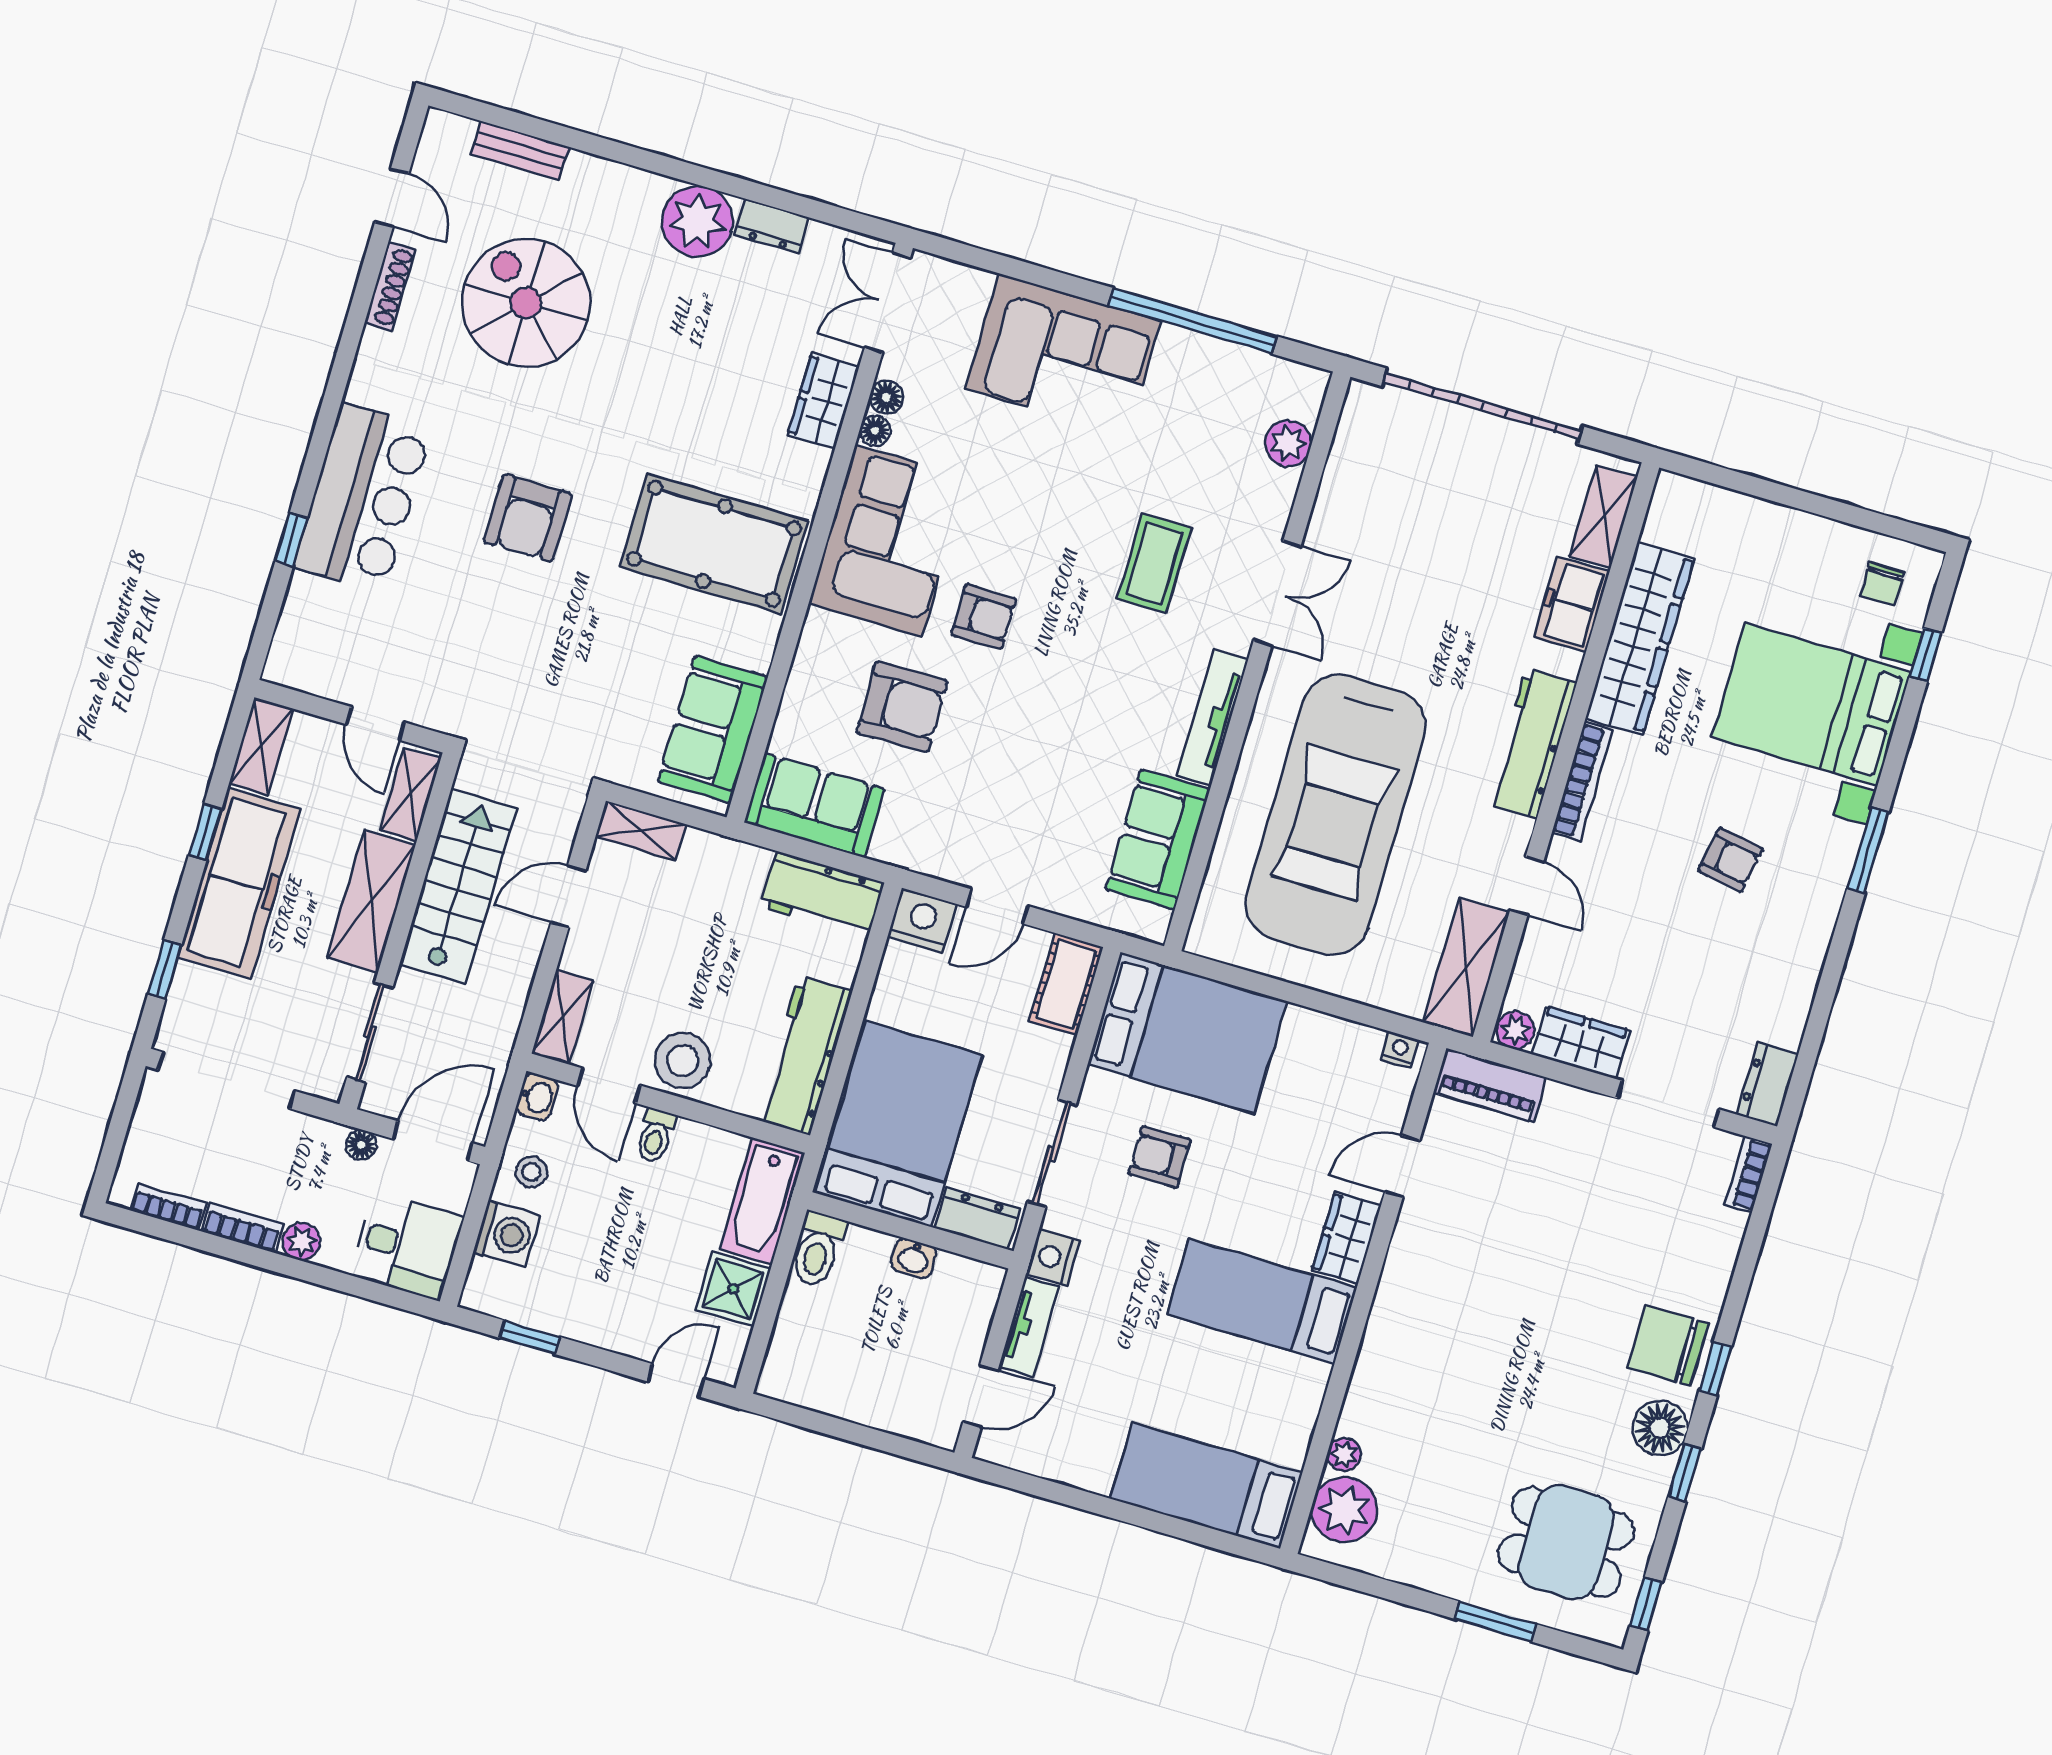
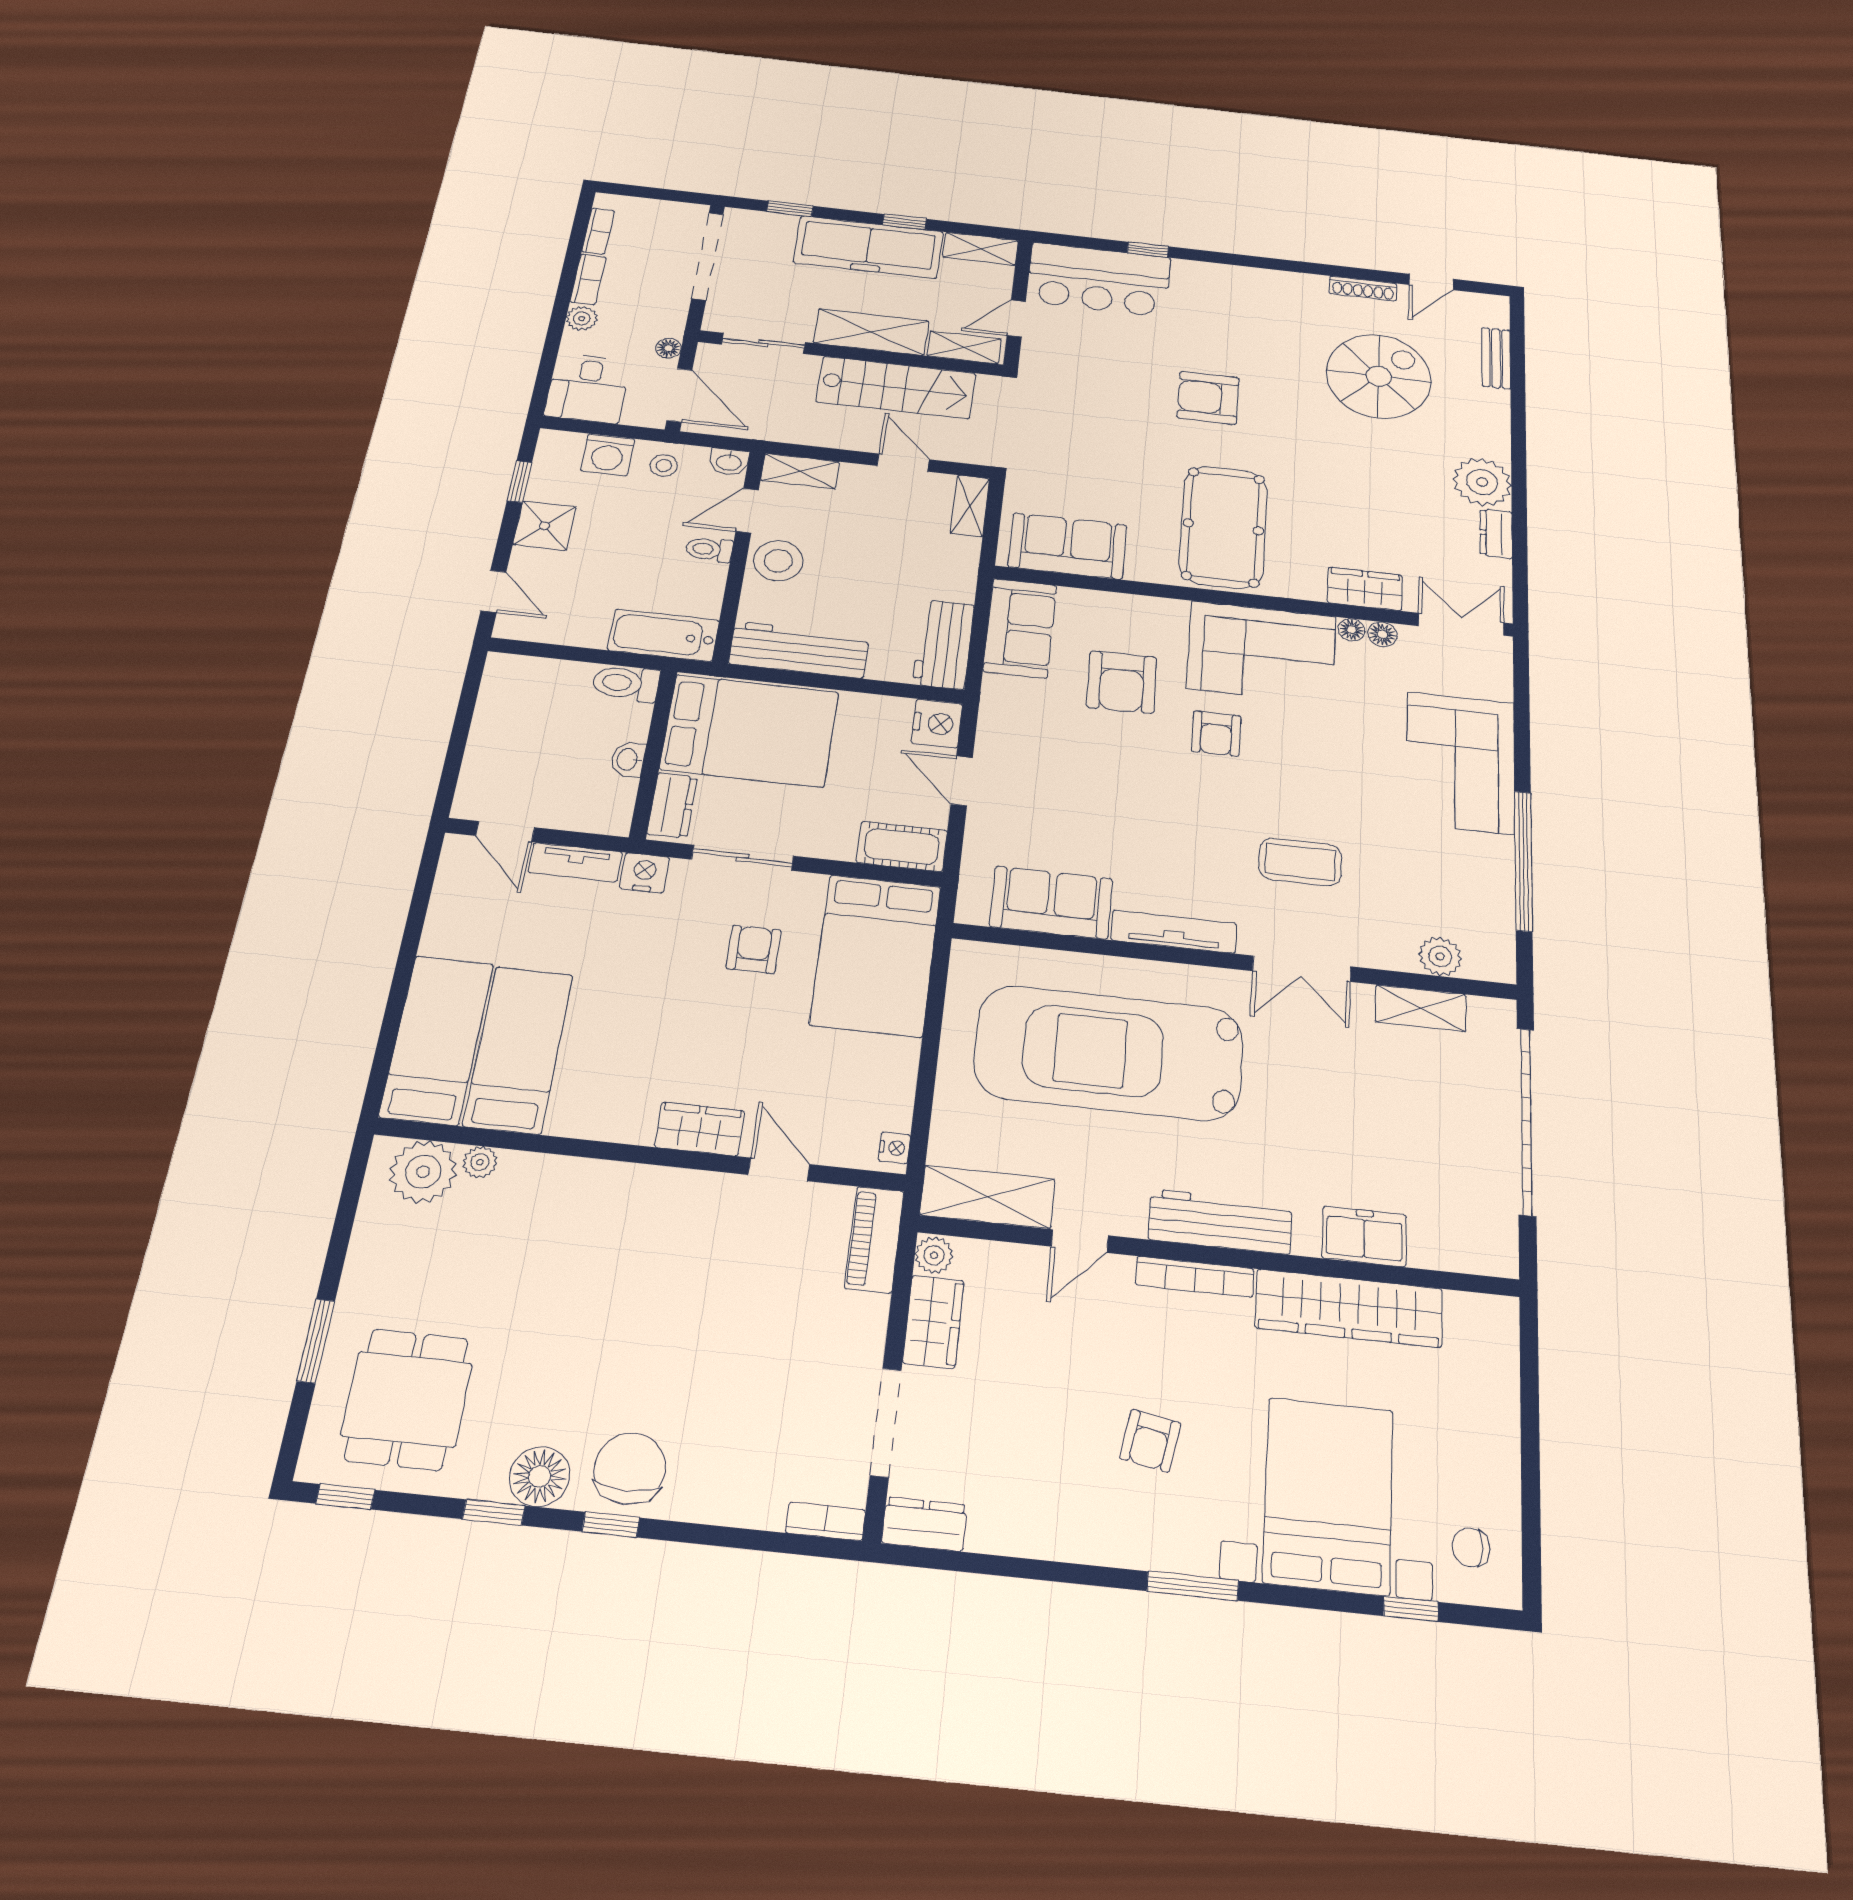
bar counter: (363, 498) -> (1099, 279), moved
shelving: (1604, 516) -> (1421, 1008), moved
shower: (733, 1289) -> (545, 526), moved
bed: (1262, 1301) -> (518, 1050), moved

